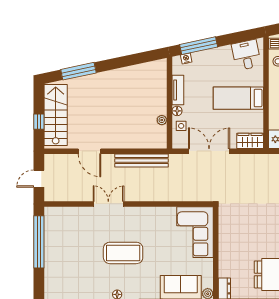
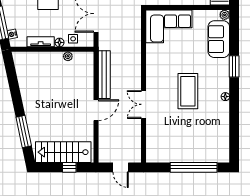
door: (89, 151) -> (96, 110), moved
window: (39, 242) -> (194, 167), moved

